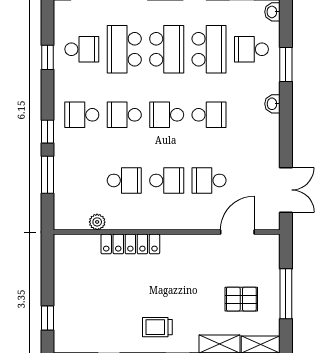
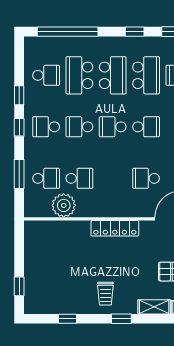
window: (47, 57) -> (19, 95), moved
window: (47, 132) -> (19, 127), moved
school desk: (167, 180) -> (46, 178), moved
plant: (97, 222) -> (64, 205), width x1.88, depth x1.88
locker: (130, 244) -> (115, 228), moved
trolley: (157, 327) -> (105, 294), turned -90

